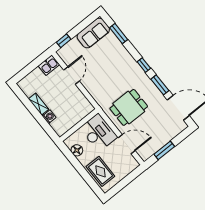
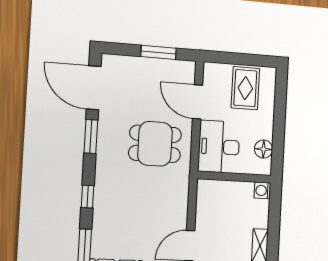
window: (144, 65) -> (87, 197), moved
washing machine: (49, 117) -> (262, 190), moved
rug: (100, 171) -> (245, 88), moved

